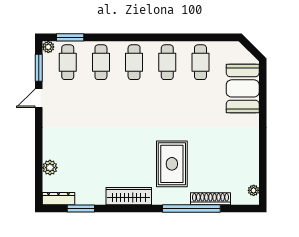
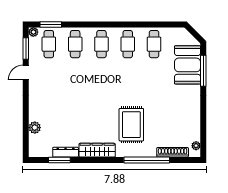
window: (263, 96) -> (203, 71), added
dresser: (58, 199) -> (66, 152), moved
shoe rack: (210, 199) -> (173, 152), moved

